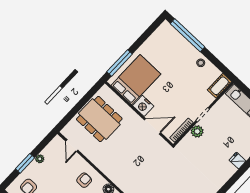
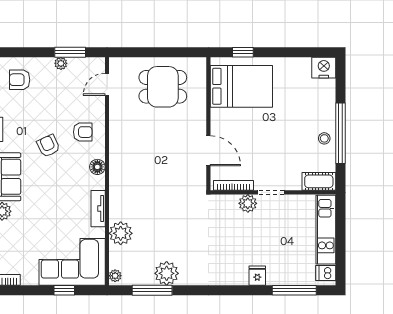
window: (188, 35) -> (340, 133), moved
window: (120, 63) -> (243, 52), width x0.46
nightstand: (143, 106) -> (324, 68), moved, turned 90
dining table: (99, 119) -> (163, 87), width x0.73
window: (25, 163) -> (70, 52), moved

